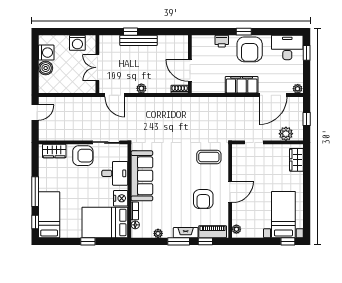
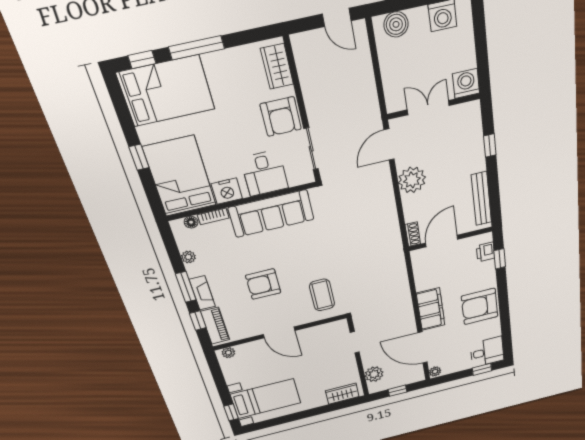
window: (244, 32) -> (500, 259), moved
bench: (138, 40) -> (481, 199), moved
printer: (222, 41) -> (485, 252), moved
washing machine: (77, 43) -> (466, 83), moved, turned 90
desk: (287, 47) -> (487, 352), width x0.73
boiler: (46, 68) -> (396, 24), moved
plant: (141, 88) -> (412, 180), width x1.88, depth x1.88
armchair: (203, 199) -> (263, 284), moved
bed: (49, 215) -> (166, 91), width x1.50

